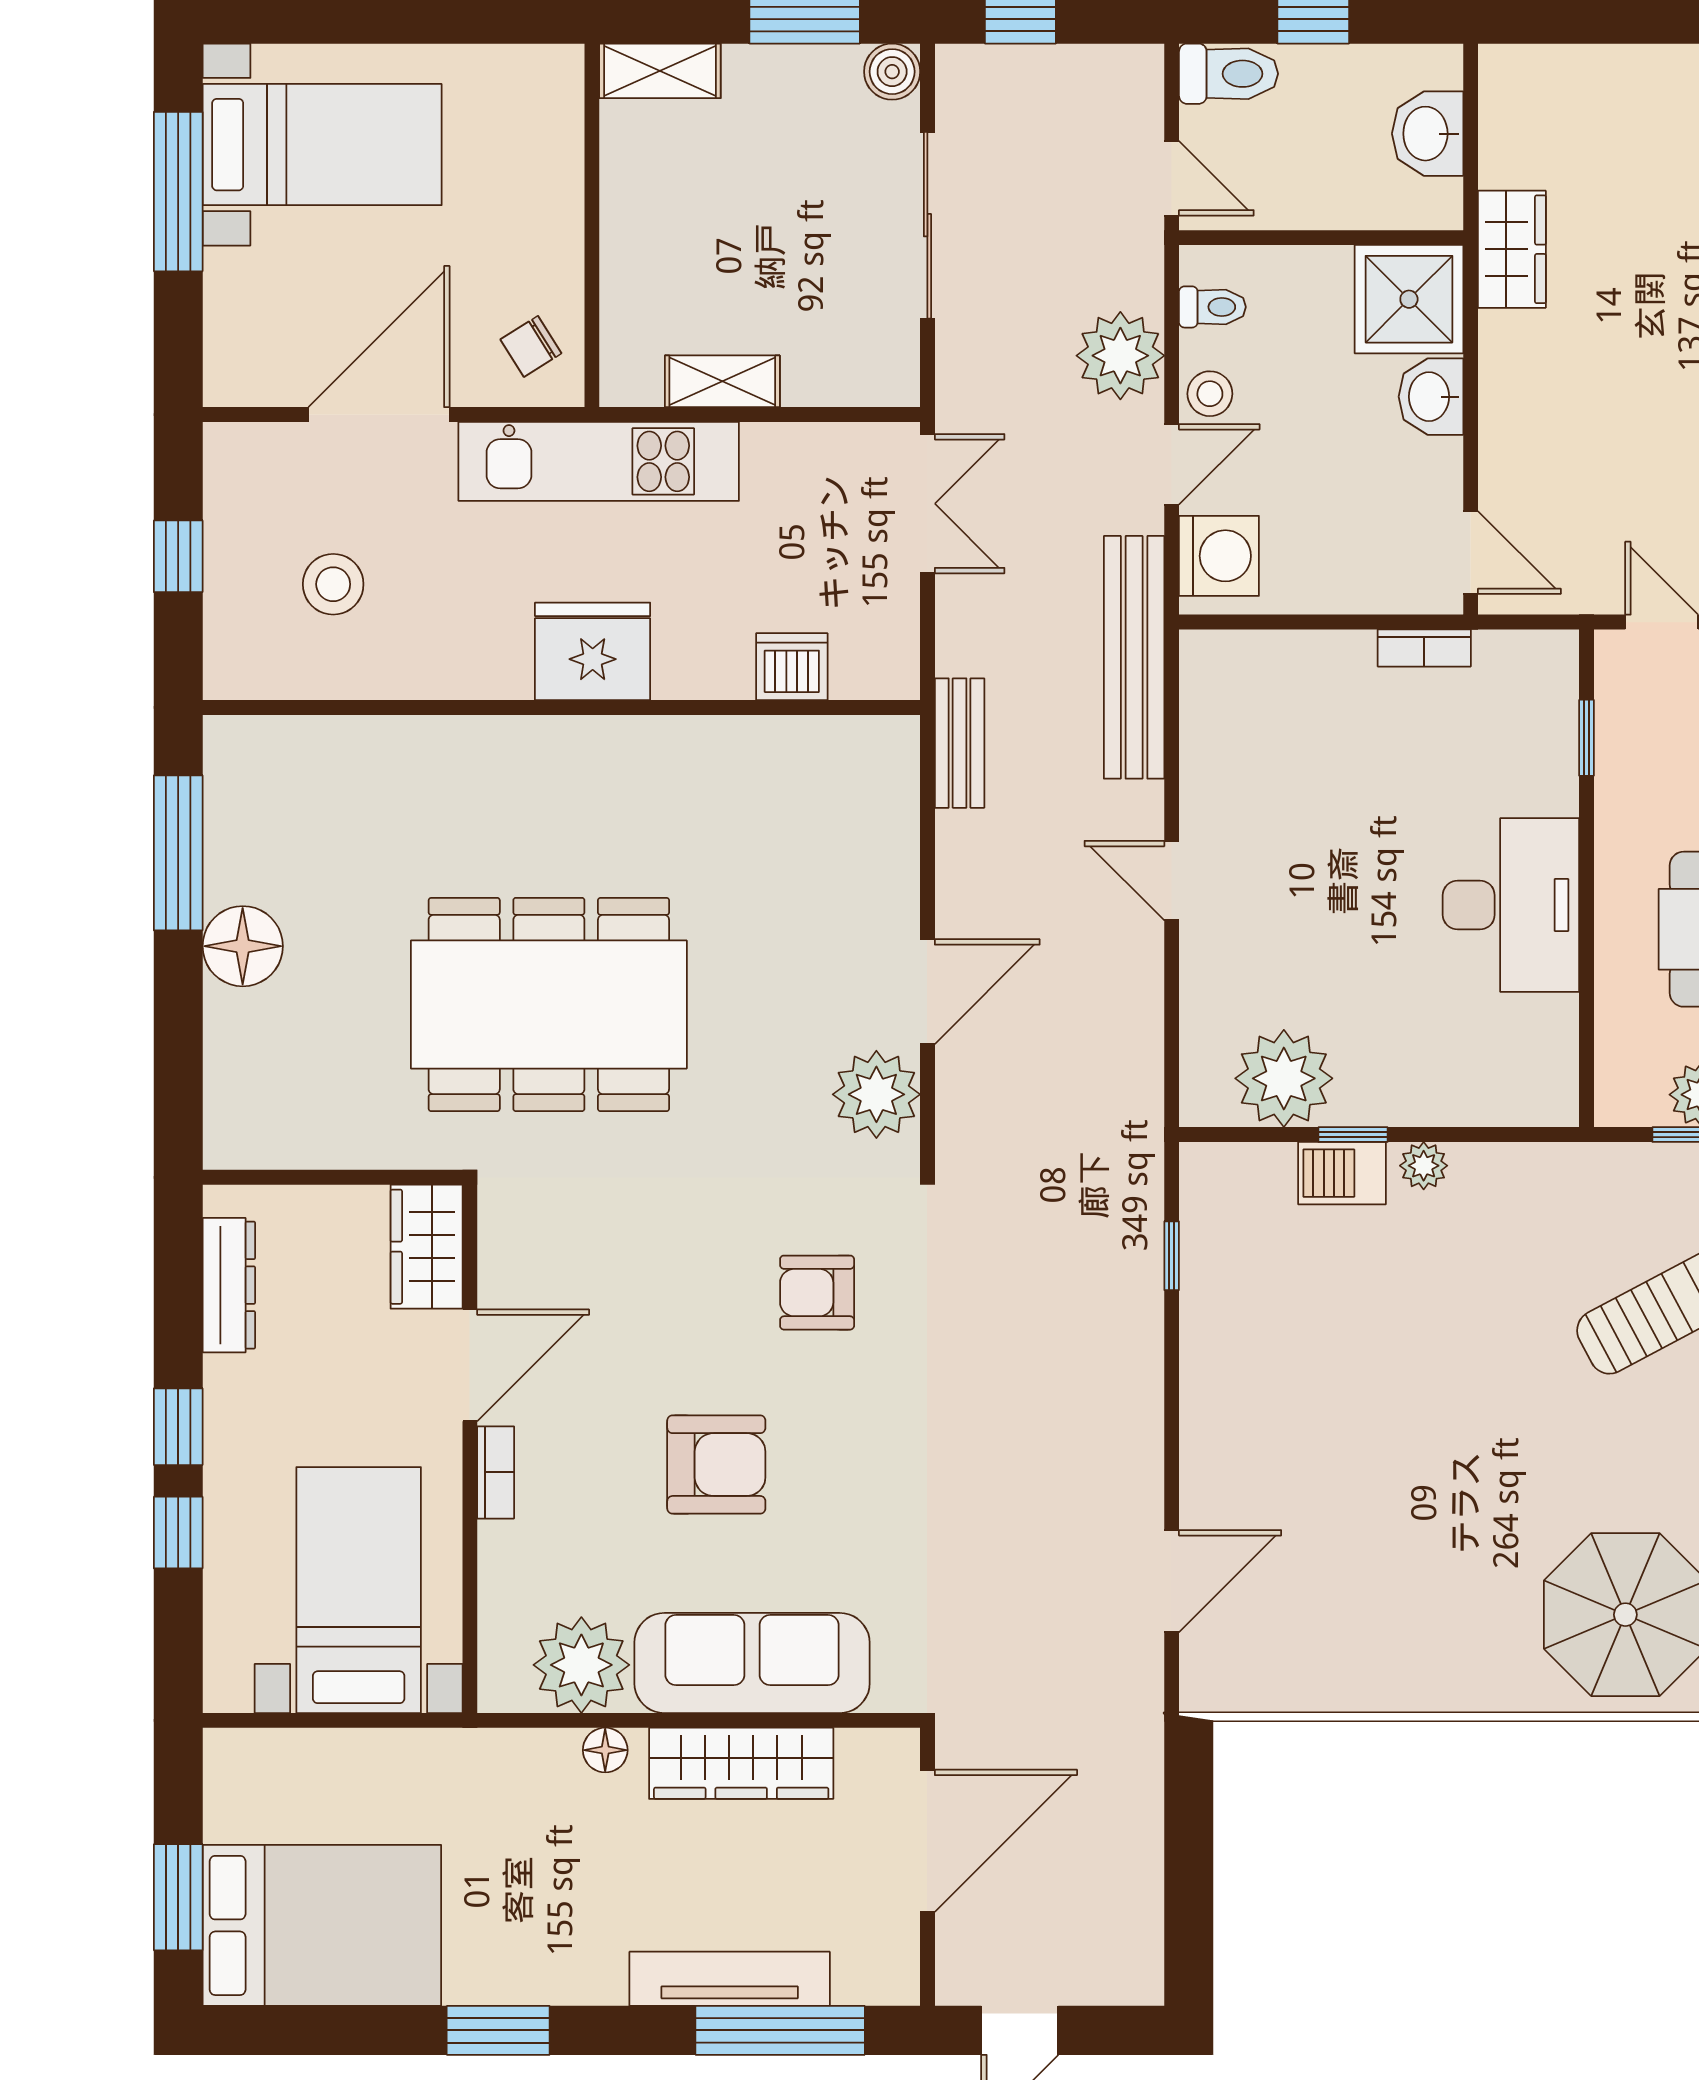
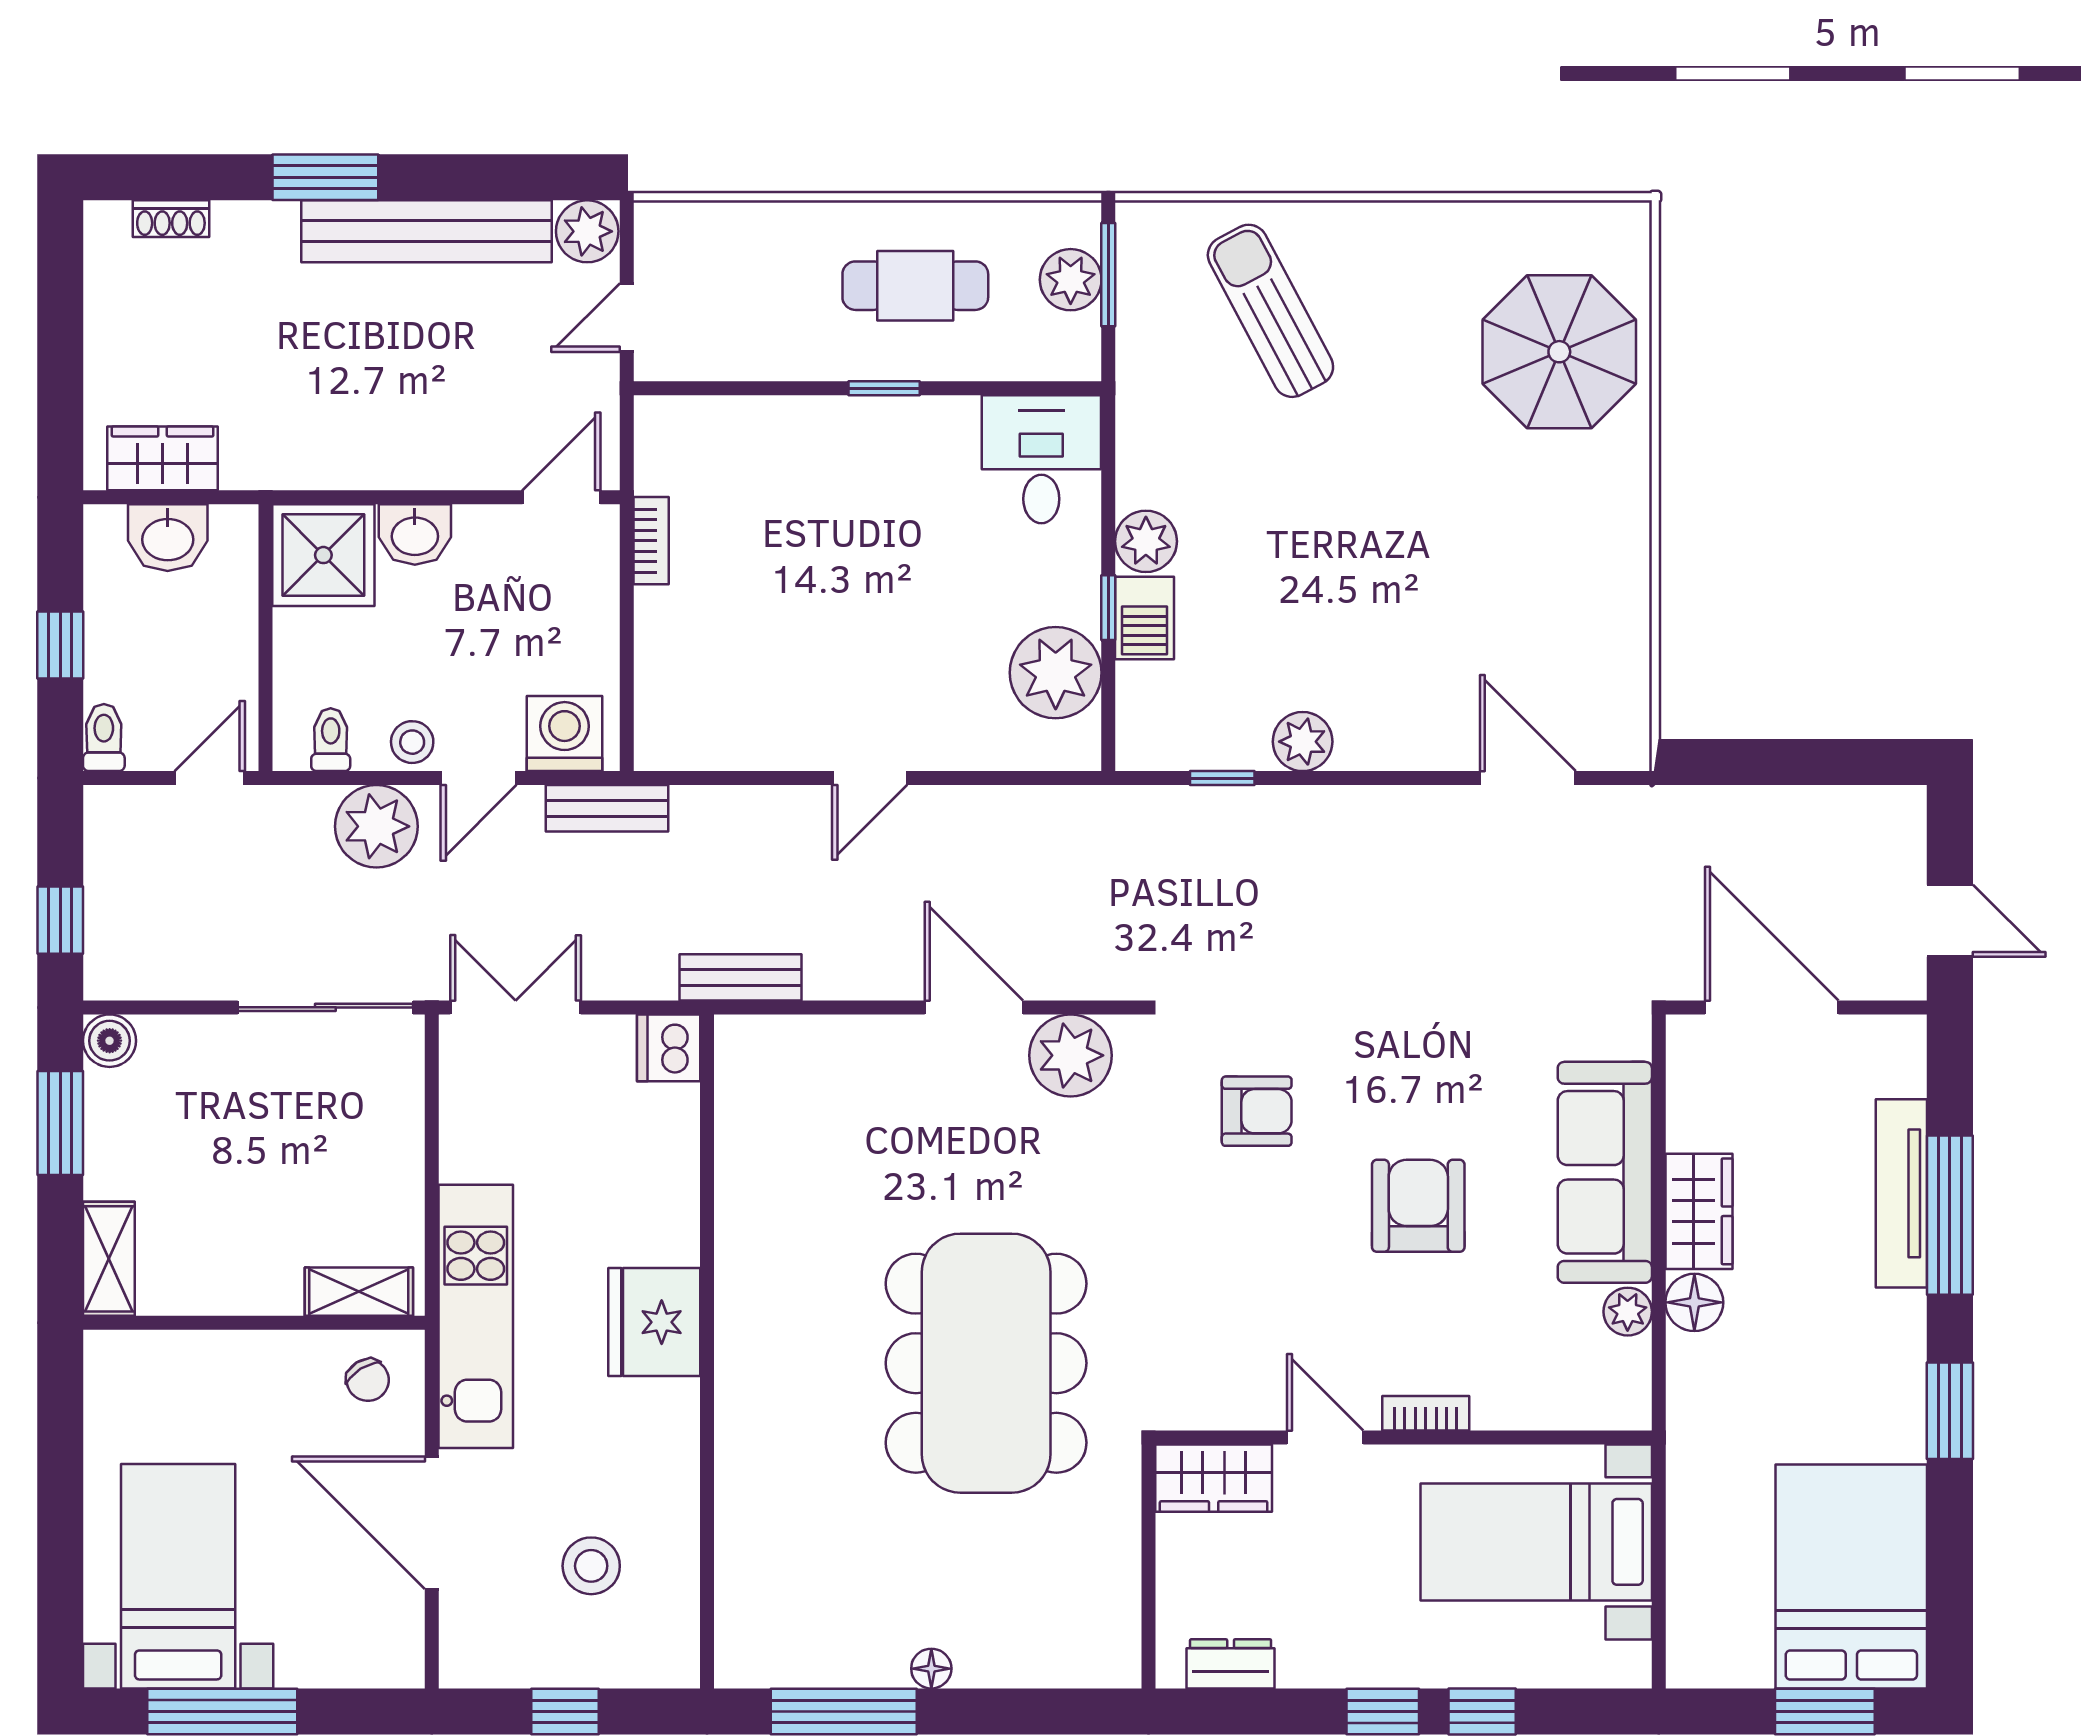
toilet: (1229, 74) -> (104, 738), width x0.73, depth x0.72
sliding door: (927, 225) -> (325, 1007), moved
wardrobe: (1512, 249) -> (163, 458), moved
shelving: (722, 381) -> (359, 1292), moved, turned 90
door: (1172, 464) -> (479, 778), swing flipped
bench: (1134, 657) -> (607, 808), width x0.54, depth x0.82
dishwasher: (792, 667) -> (669, 1048), moved
window: (1587, 738) -> (884, 388), moved
desk: (1511, 905) -> (1041, 459), moved, width x0.73
floor lamp: (243, 946) -> (931, 1669), width x0.53, depth x0.53
plant: (1424, 1166) -> (1146, 541), width x1.38, depth x1.38
dresser: (229, 1285) -> (1231, 1664), width x0.70
armchair: (817, 1293) -> (1257, 1111), turned -90
plant: (1210, 1341) -> (1303, 742), added
door: (470, 1365) -> (1325, 1437), width x0.73
plant: (581, 1665) -> (1628, 1312), width x0.53, depth x0.53
floor lamp: (605, 1750) -> (1694, 1302), width x1.37, depth x1.37
wardrobe: (741, 1763) -> (1699, 1211), width x0.67
window: (780, 2030) -> (1950, 1215), moved

